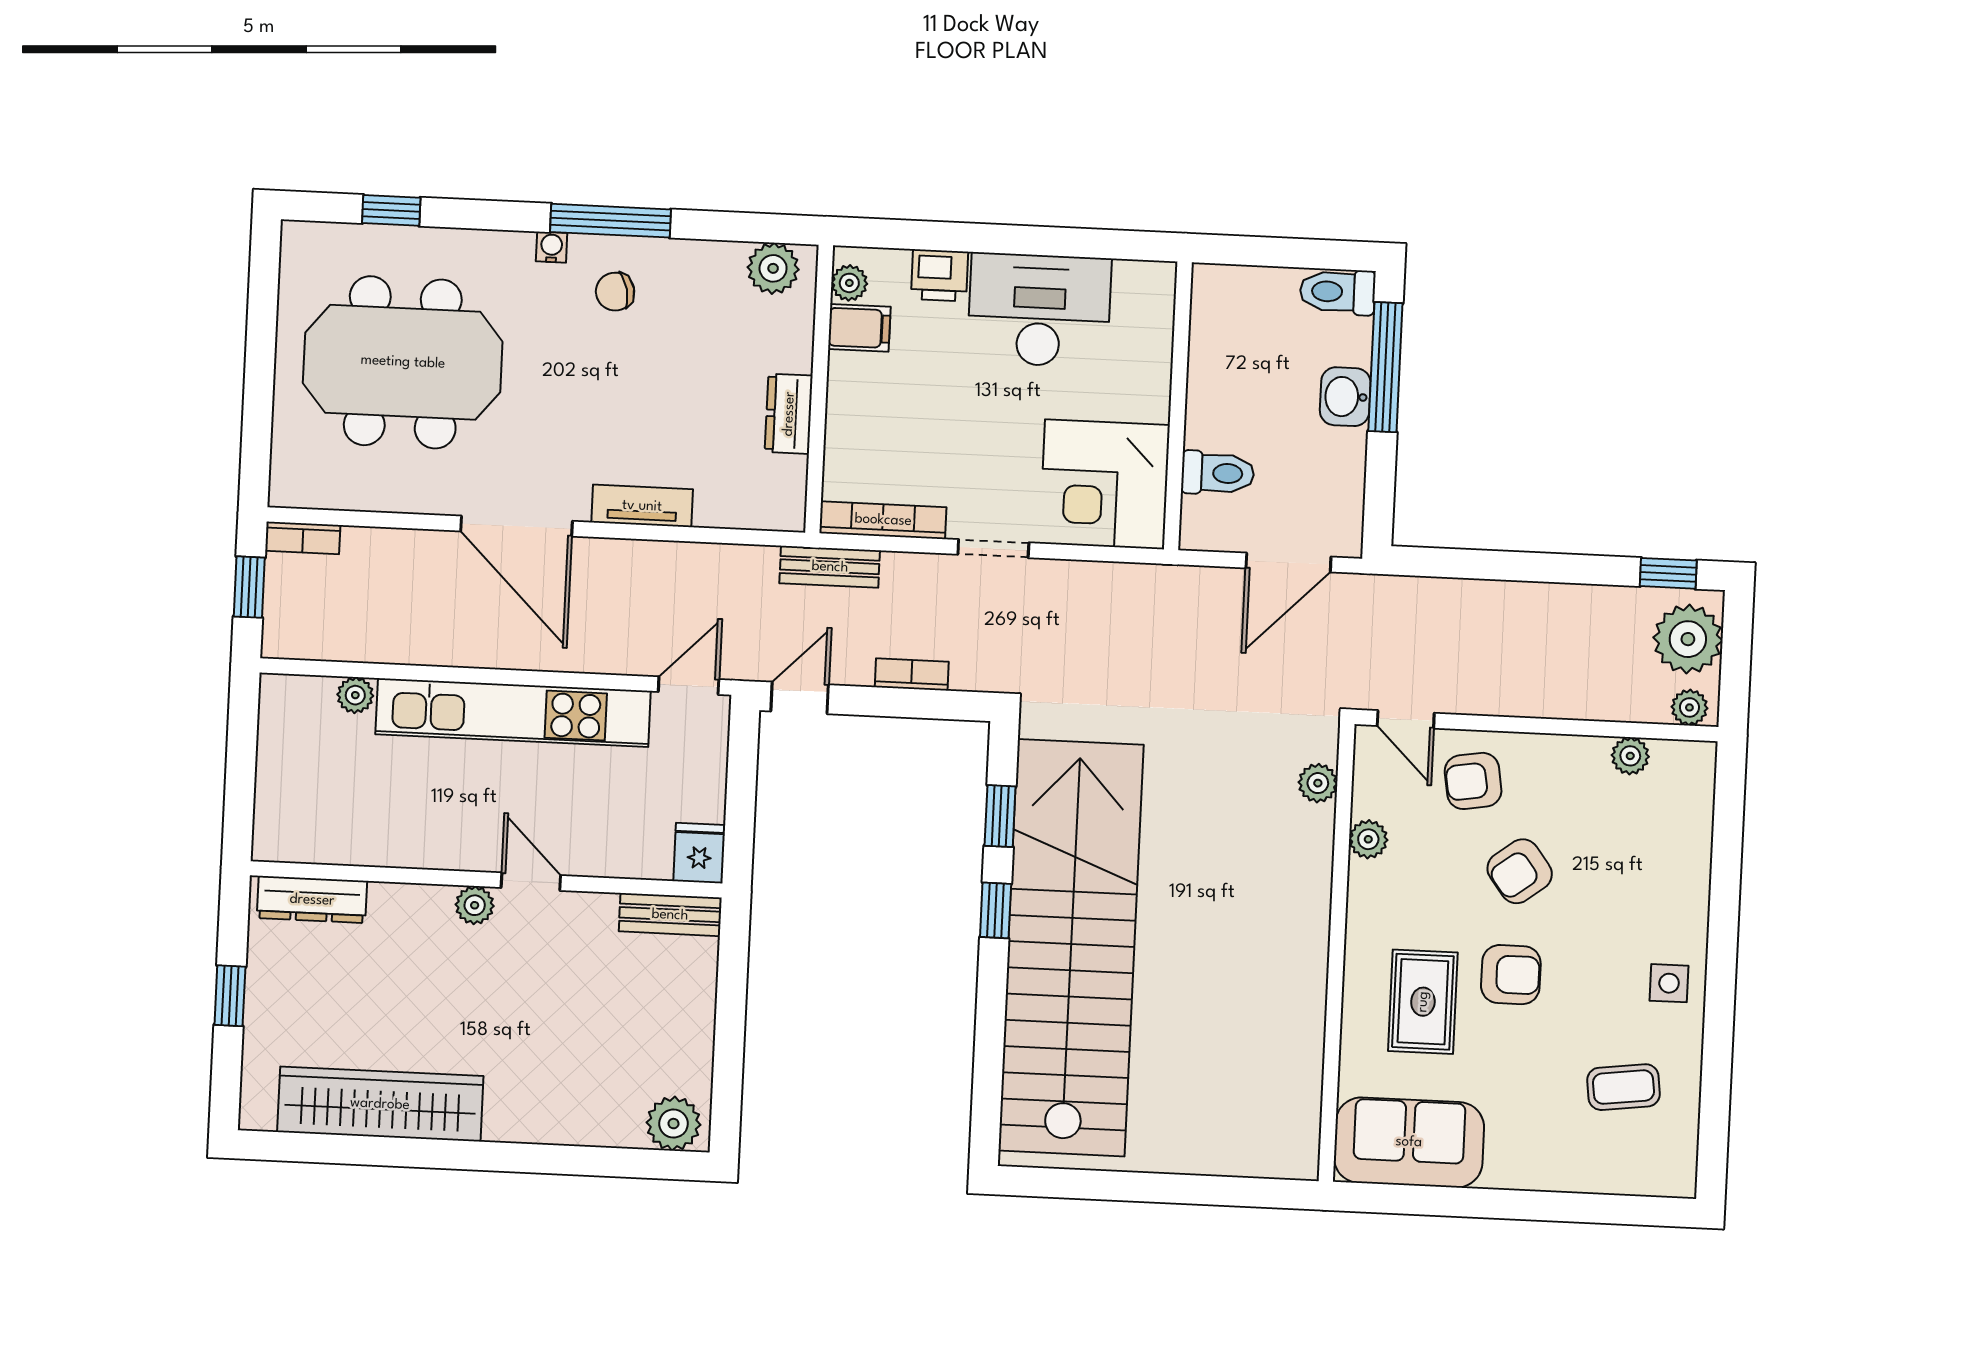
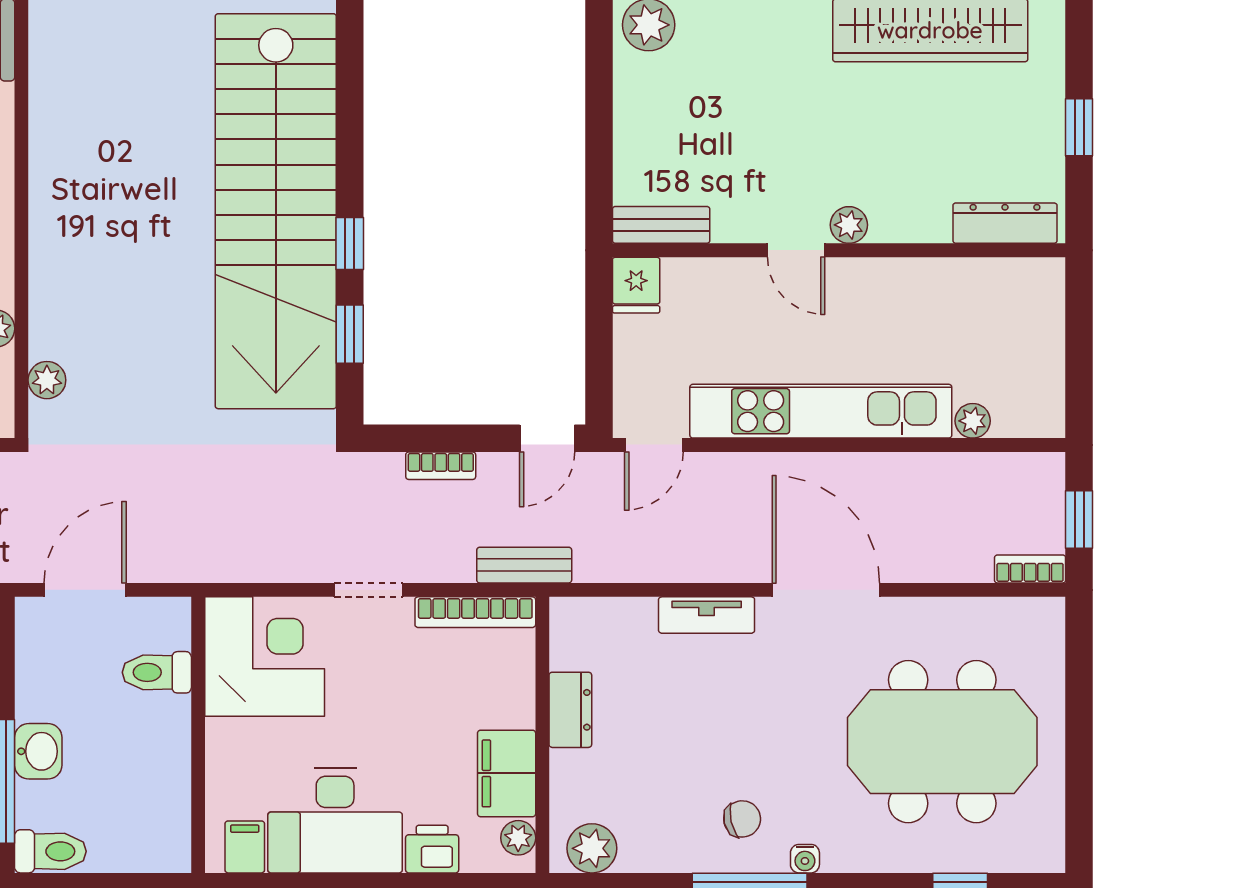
filing cabinet: (1135, 287) -> (245, 847), added
filing cabinet: (859, 328) -> (507, 773), width x2.00

